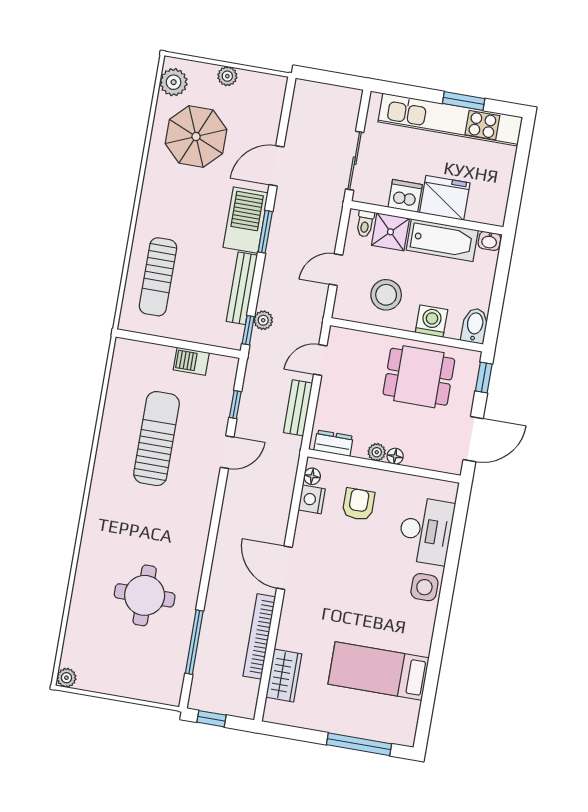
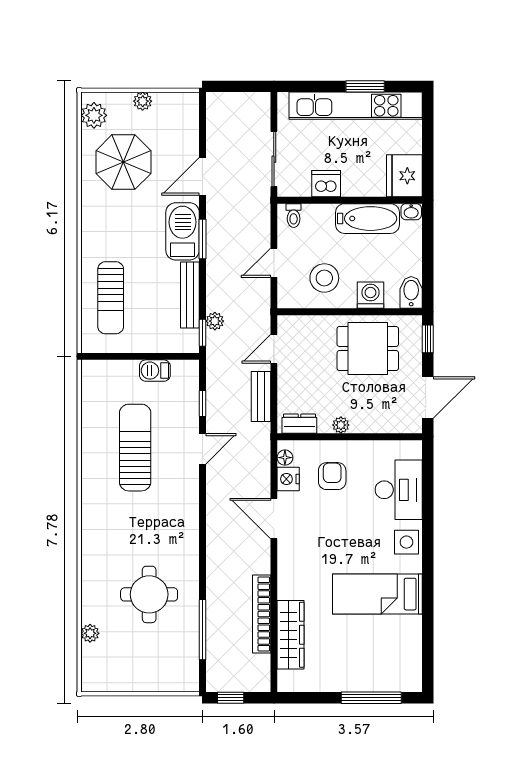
fridge: (445, 198) -> (404, 176), moved, turned -90
shower: (390, 232) -> (318, 219), removed
floor lamp: (395, 456) -> (358, 426), removed
door: (284, 568) -> (274, 519), moved
bed: (379, 671) -> (377, 594), moved
wardrobe: (284, 675) -> (291, 635), width x1.50
plant: (66, 678) -> (90, 633), moved

